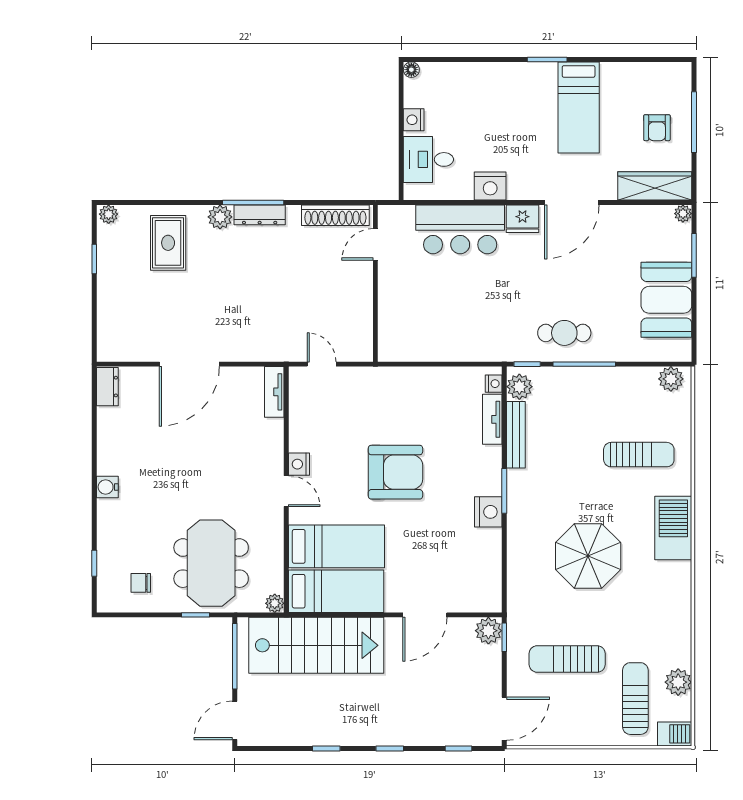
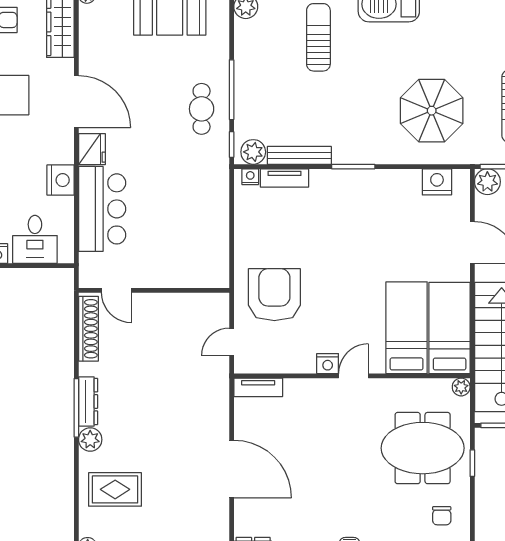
armchair: (395, 472) -> (274, 295), moved
nightstand: (488, 512) -> (437, 182), moved
parasol: (588, 556) -> (432, 111), moved

